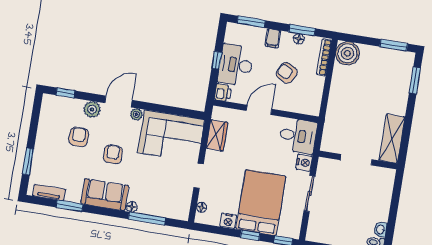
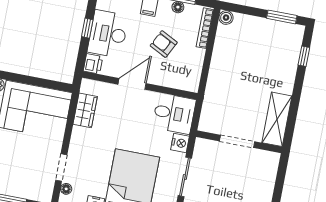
boiler: (347, 53) -> (226, 18), width x0.54, depth x0.54
window: (415, 80) -> (304, 56), width x0.67
doorway: (199, 176) -> (61, 168), moved

